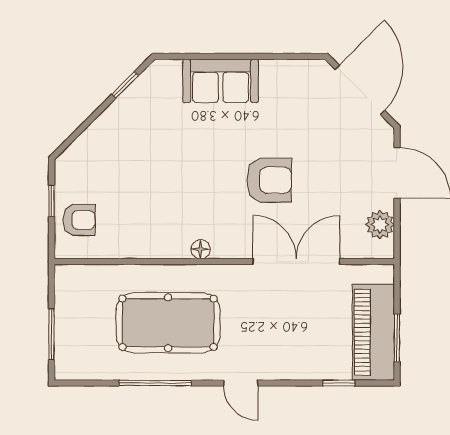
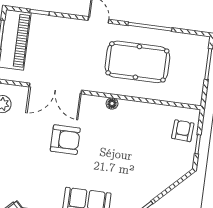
armchair: (269, 180) -> (65, 140), turned 180
armchair: (79, 220) -> (183, 131), turned 93

